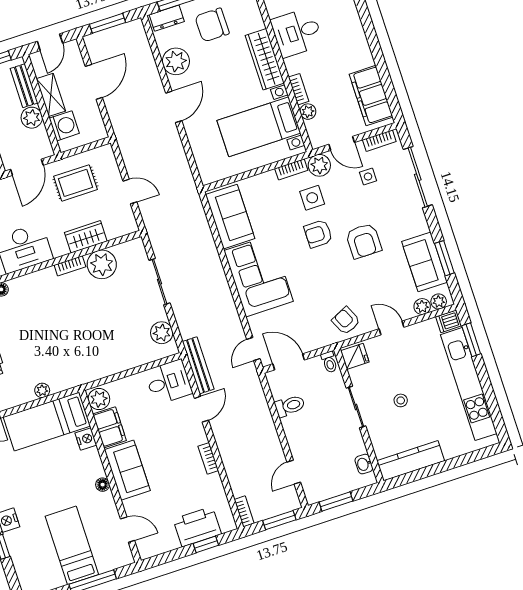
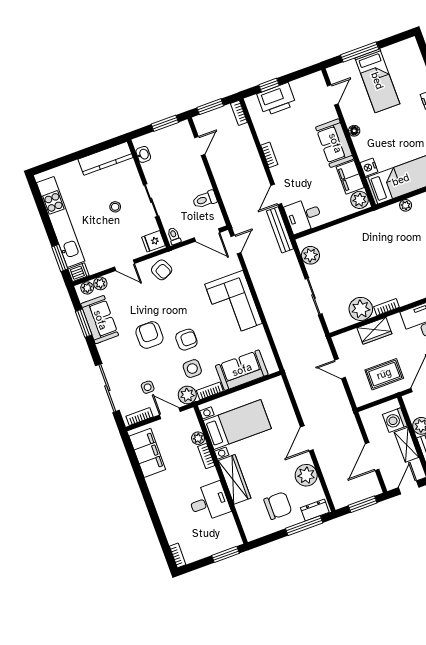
sofa: (230, 217) -> (242, 370), moved, turned 90
door: (128, 530) -> (333, 95), swing flipped

